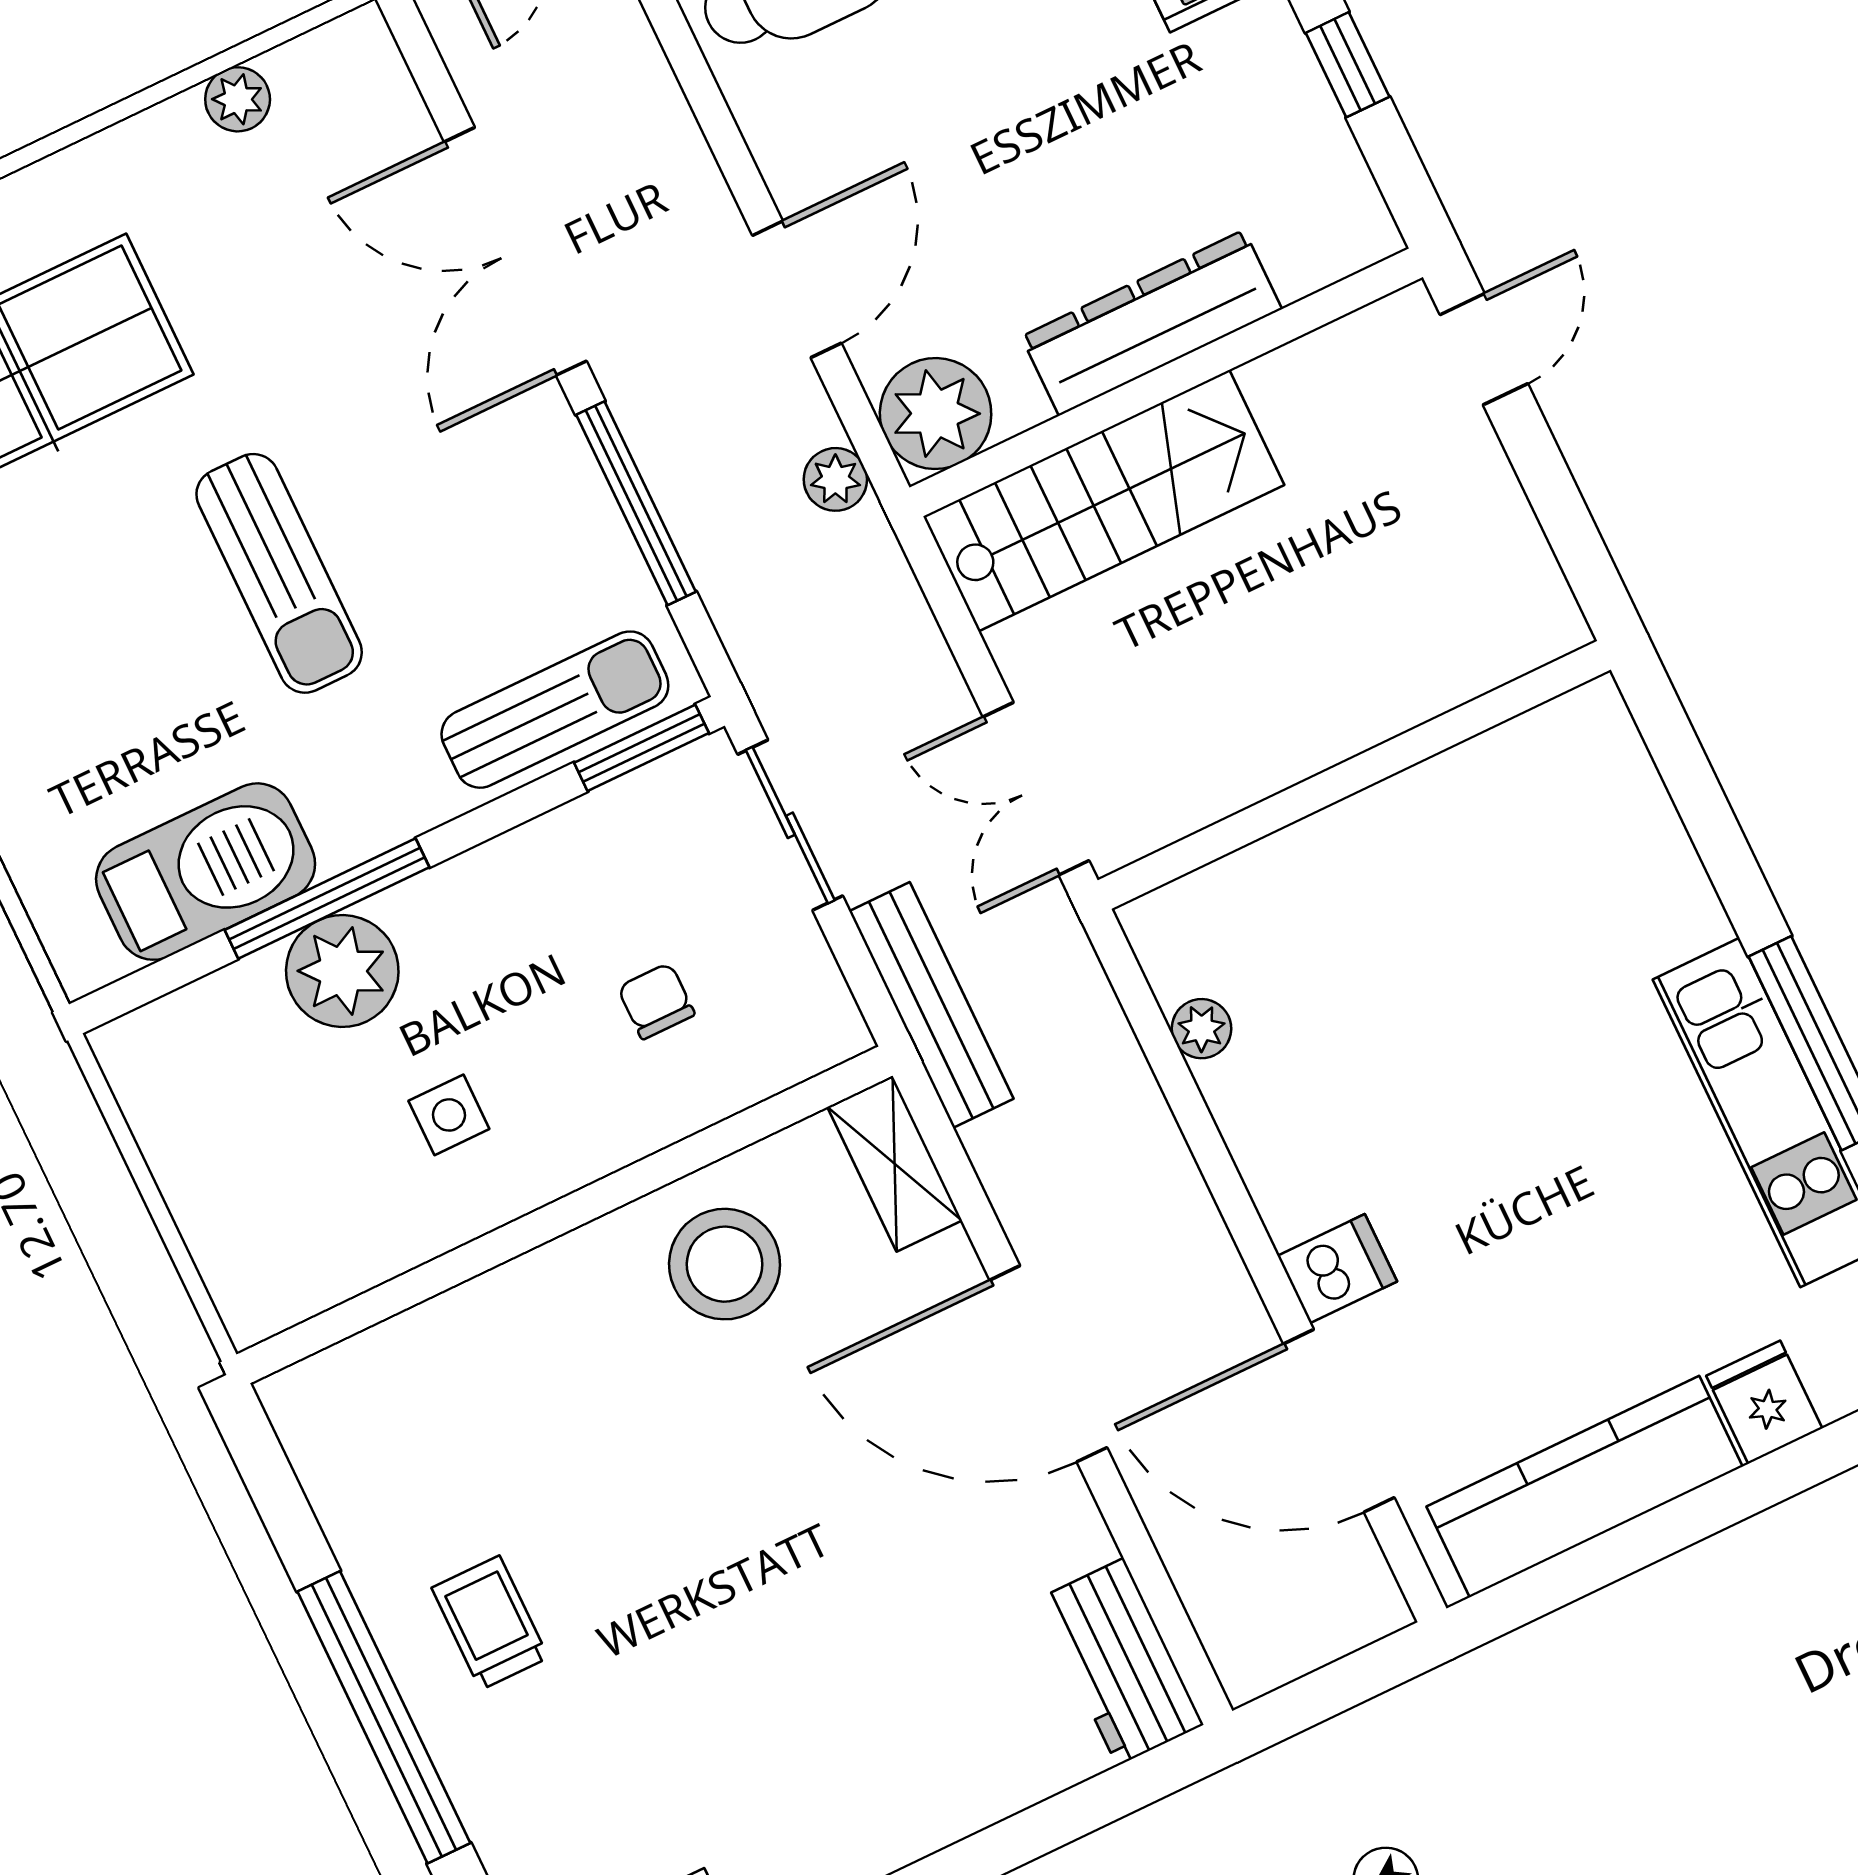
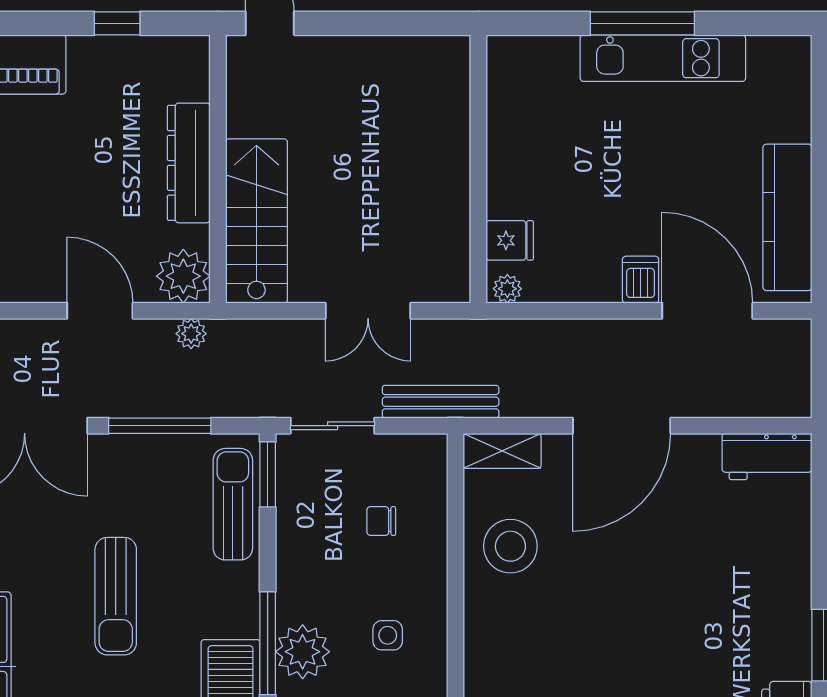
sun lounger: (279, 573) -> (116, 596), turned 90
wall: (1354, 775) -> (478, 169), moved
fridge: (1764, 1402) -> (510, 240), moved, turned 180
door: (1339, 1421) -> (707, 311), swing flipped

